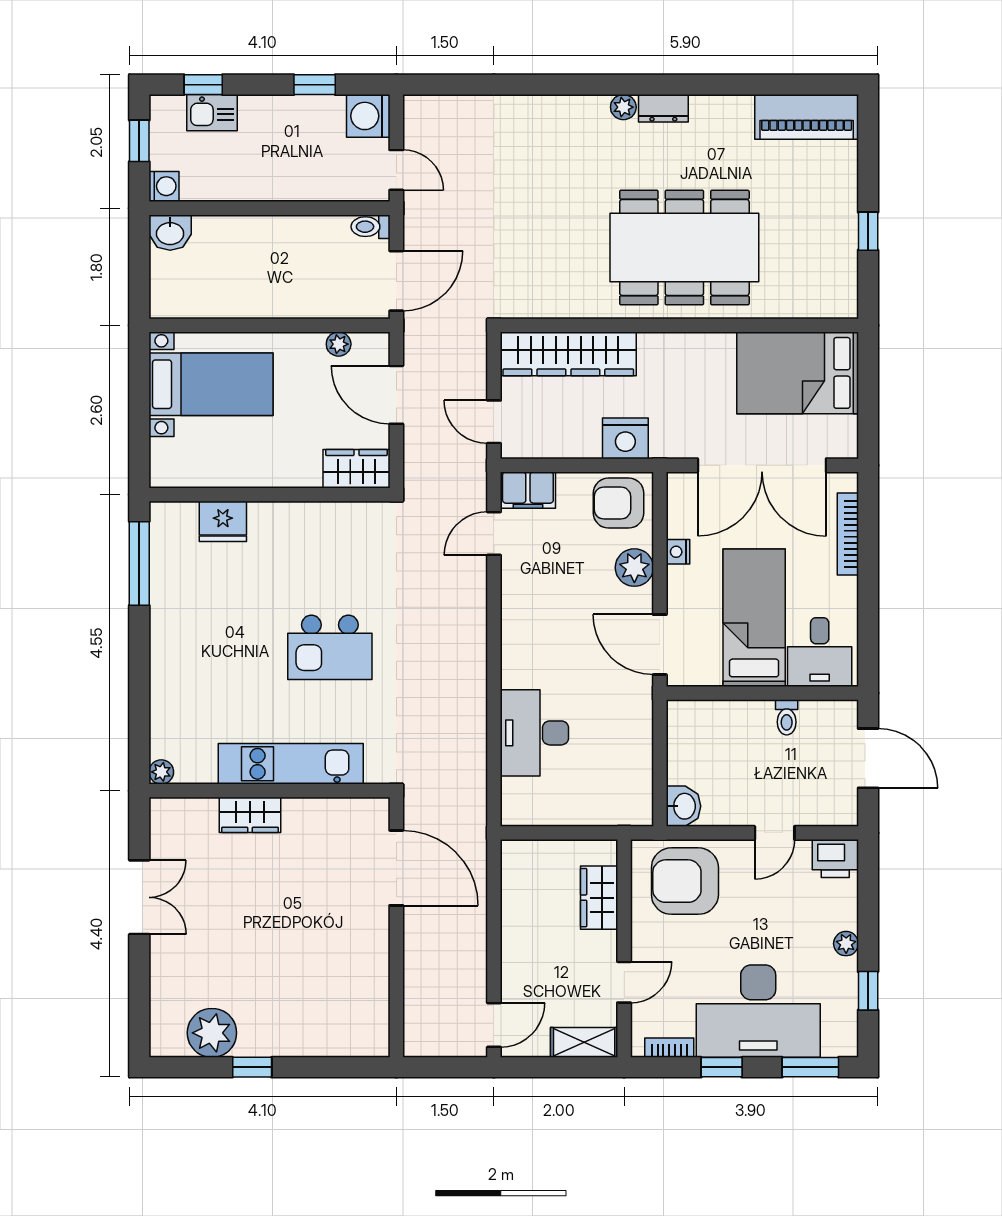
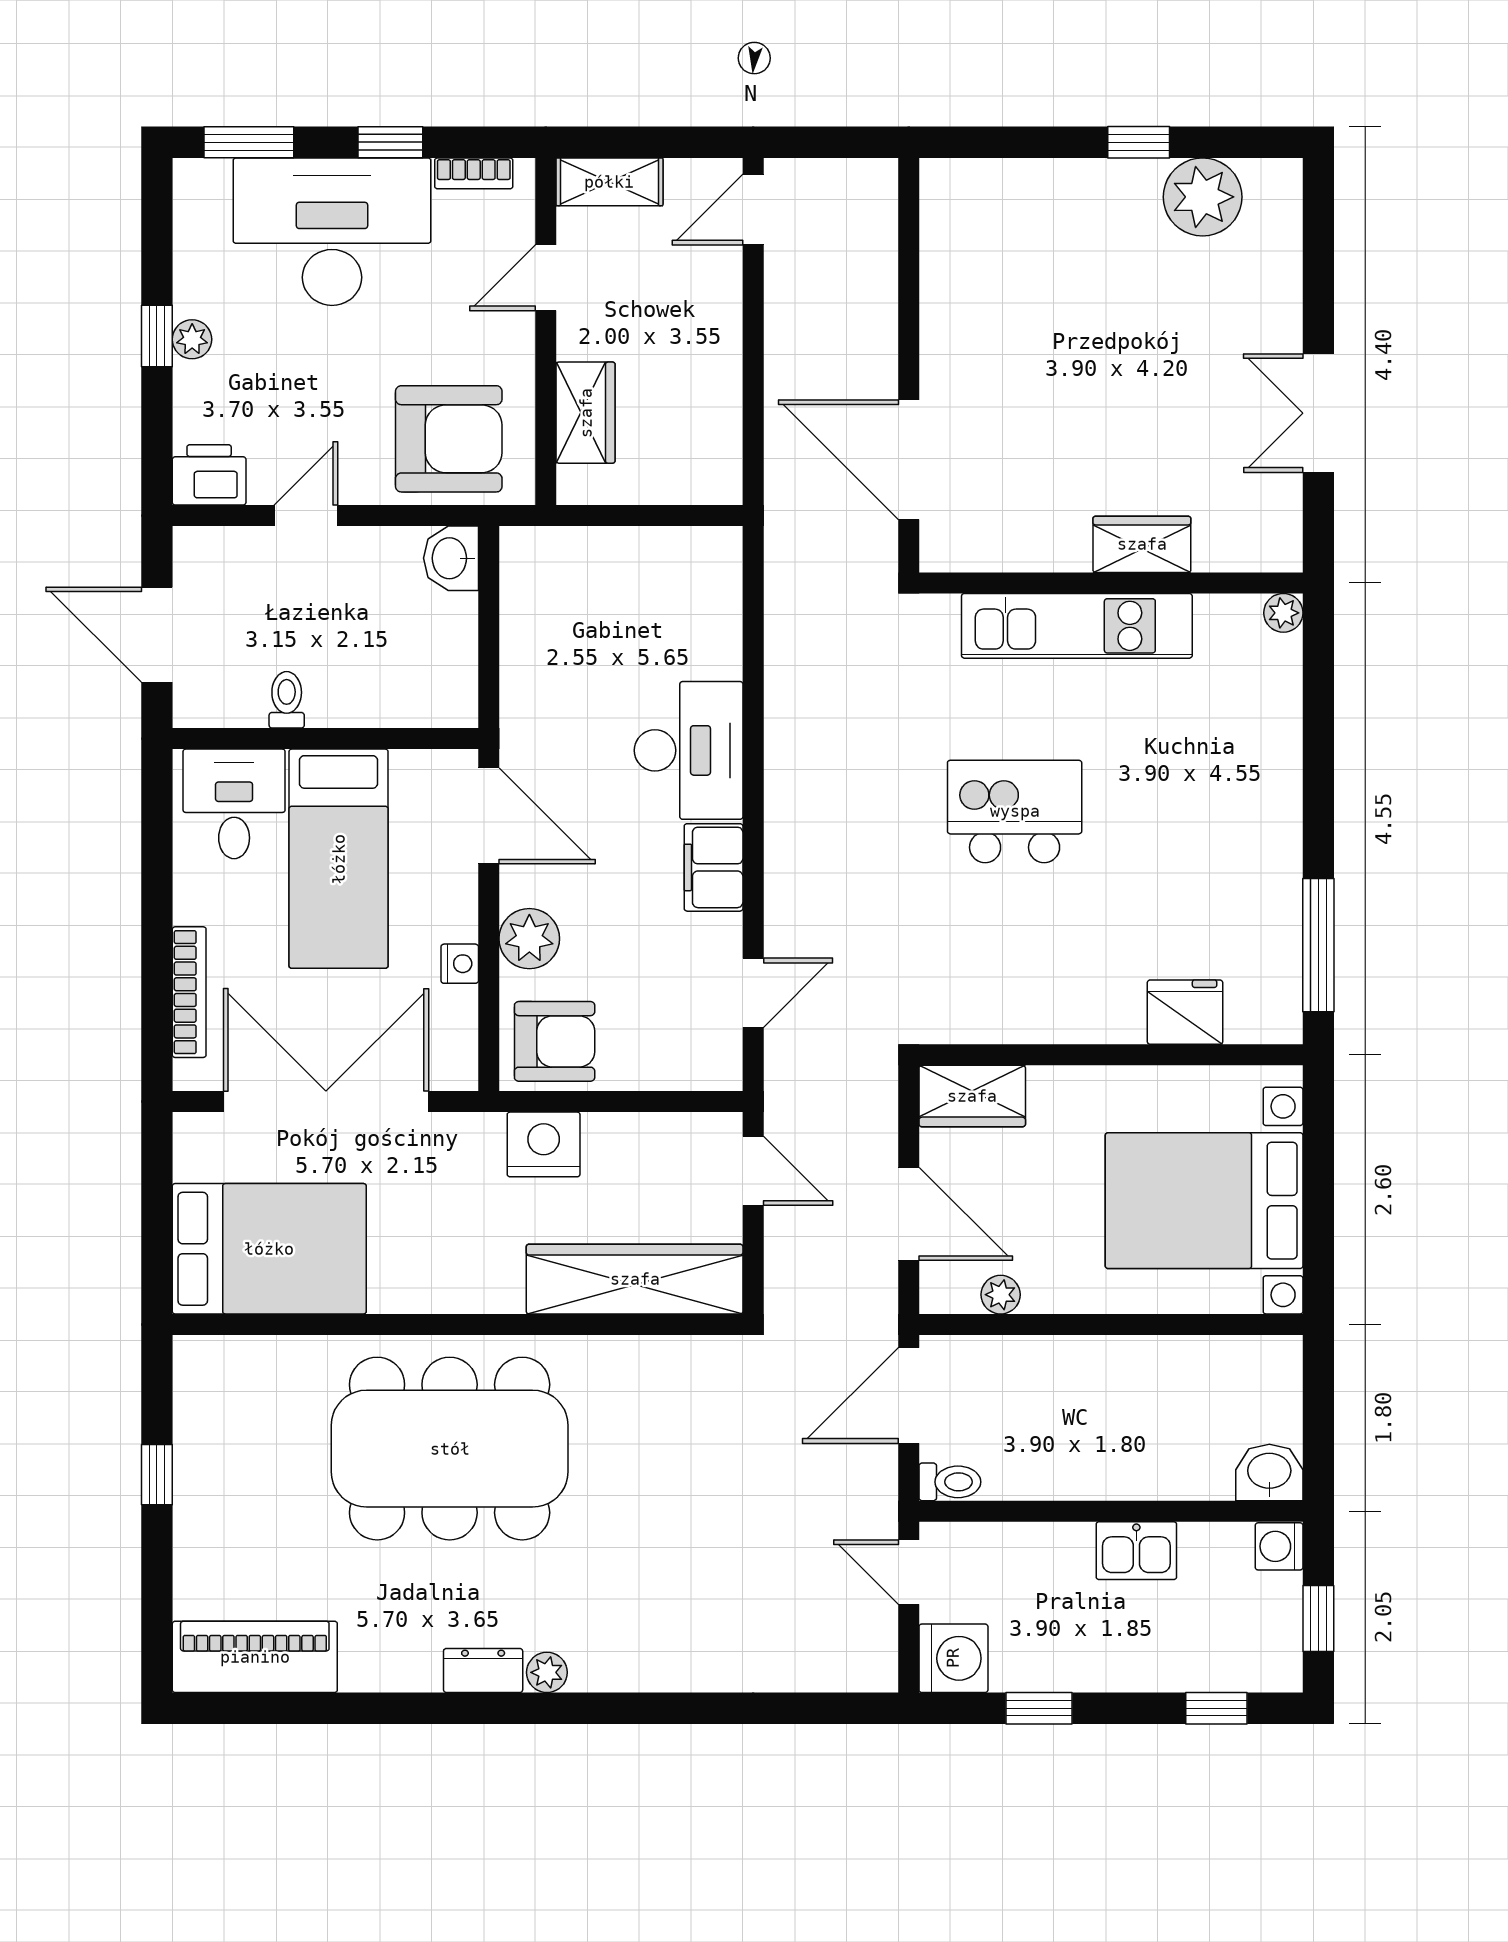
kitchen sink: (212, 113) -> (1136, 1551), moved, turned 180
bed with nightstands: (211, 384) -> (1204, 1201), width x1.36
filing cabinet: (528, 490) -> (714, 867), moved, turned -90
desk: (534, 733) -> (689, 750), moved
window: (868, 991) -> (157, 336), moved

